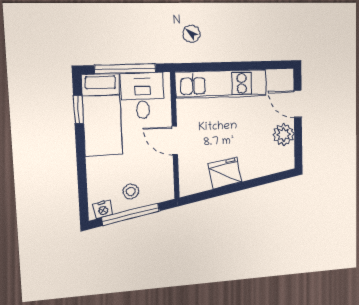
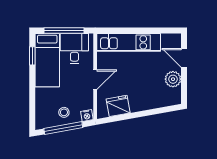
door: (175, 141) -> (95, 80), swing flipped
fridge: (225, 173) -> (118, 106), moved
nightstand: (103, 209) -> (87, 116), moved

